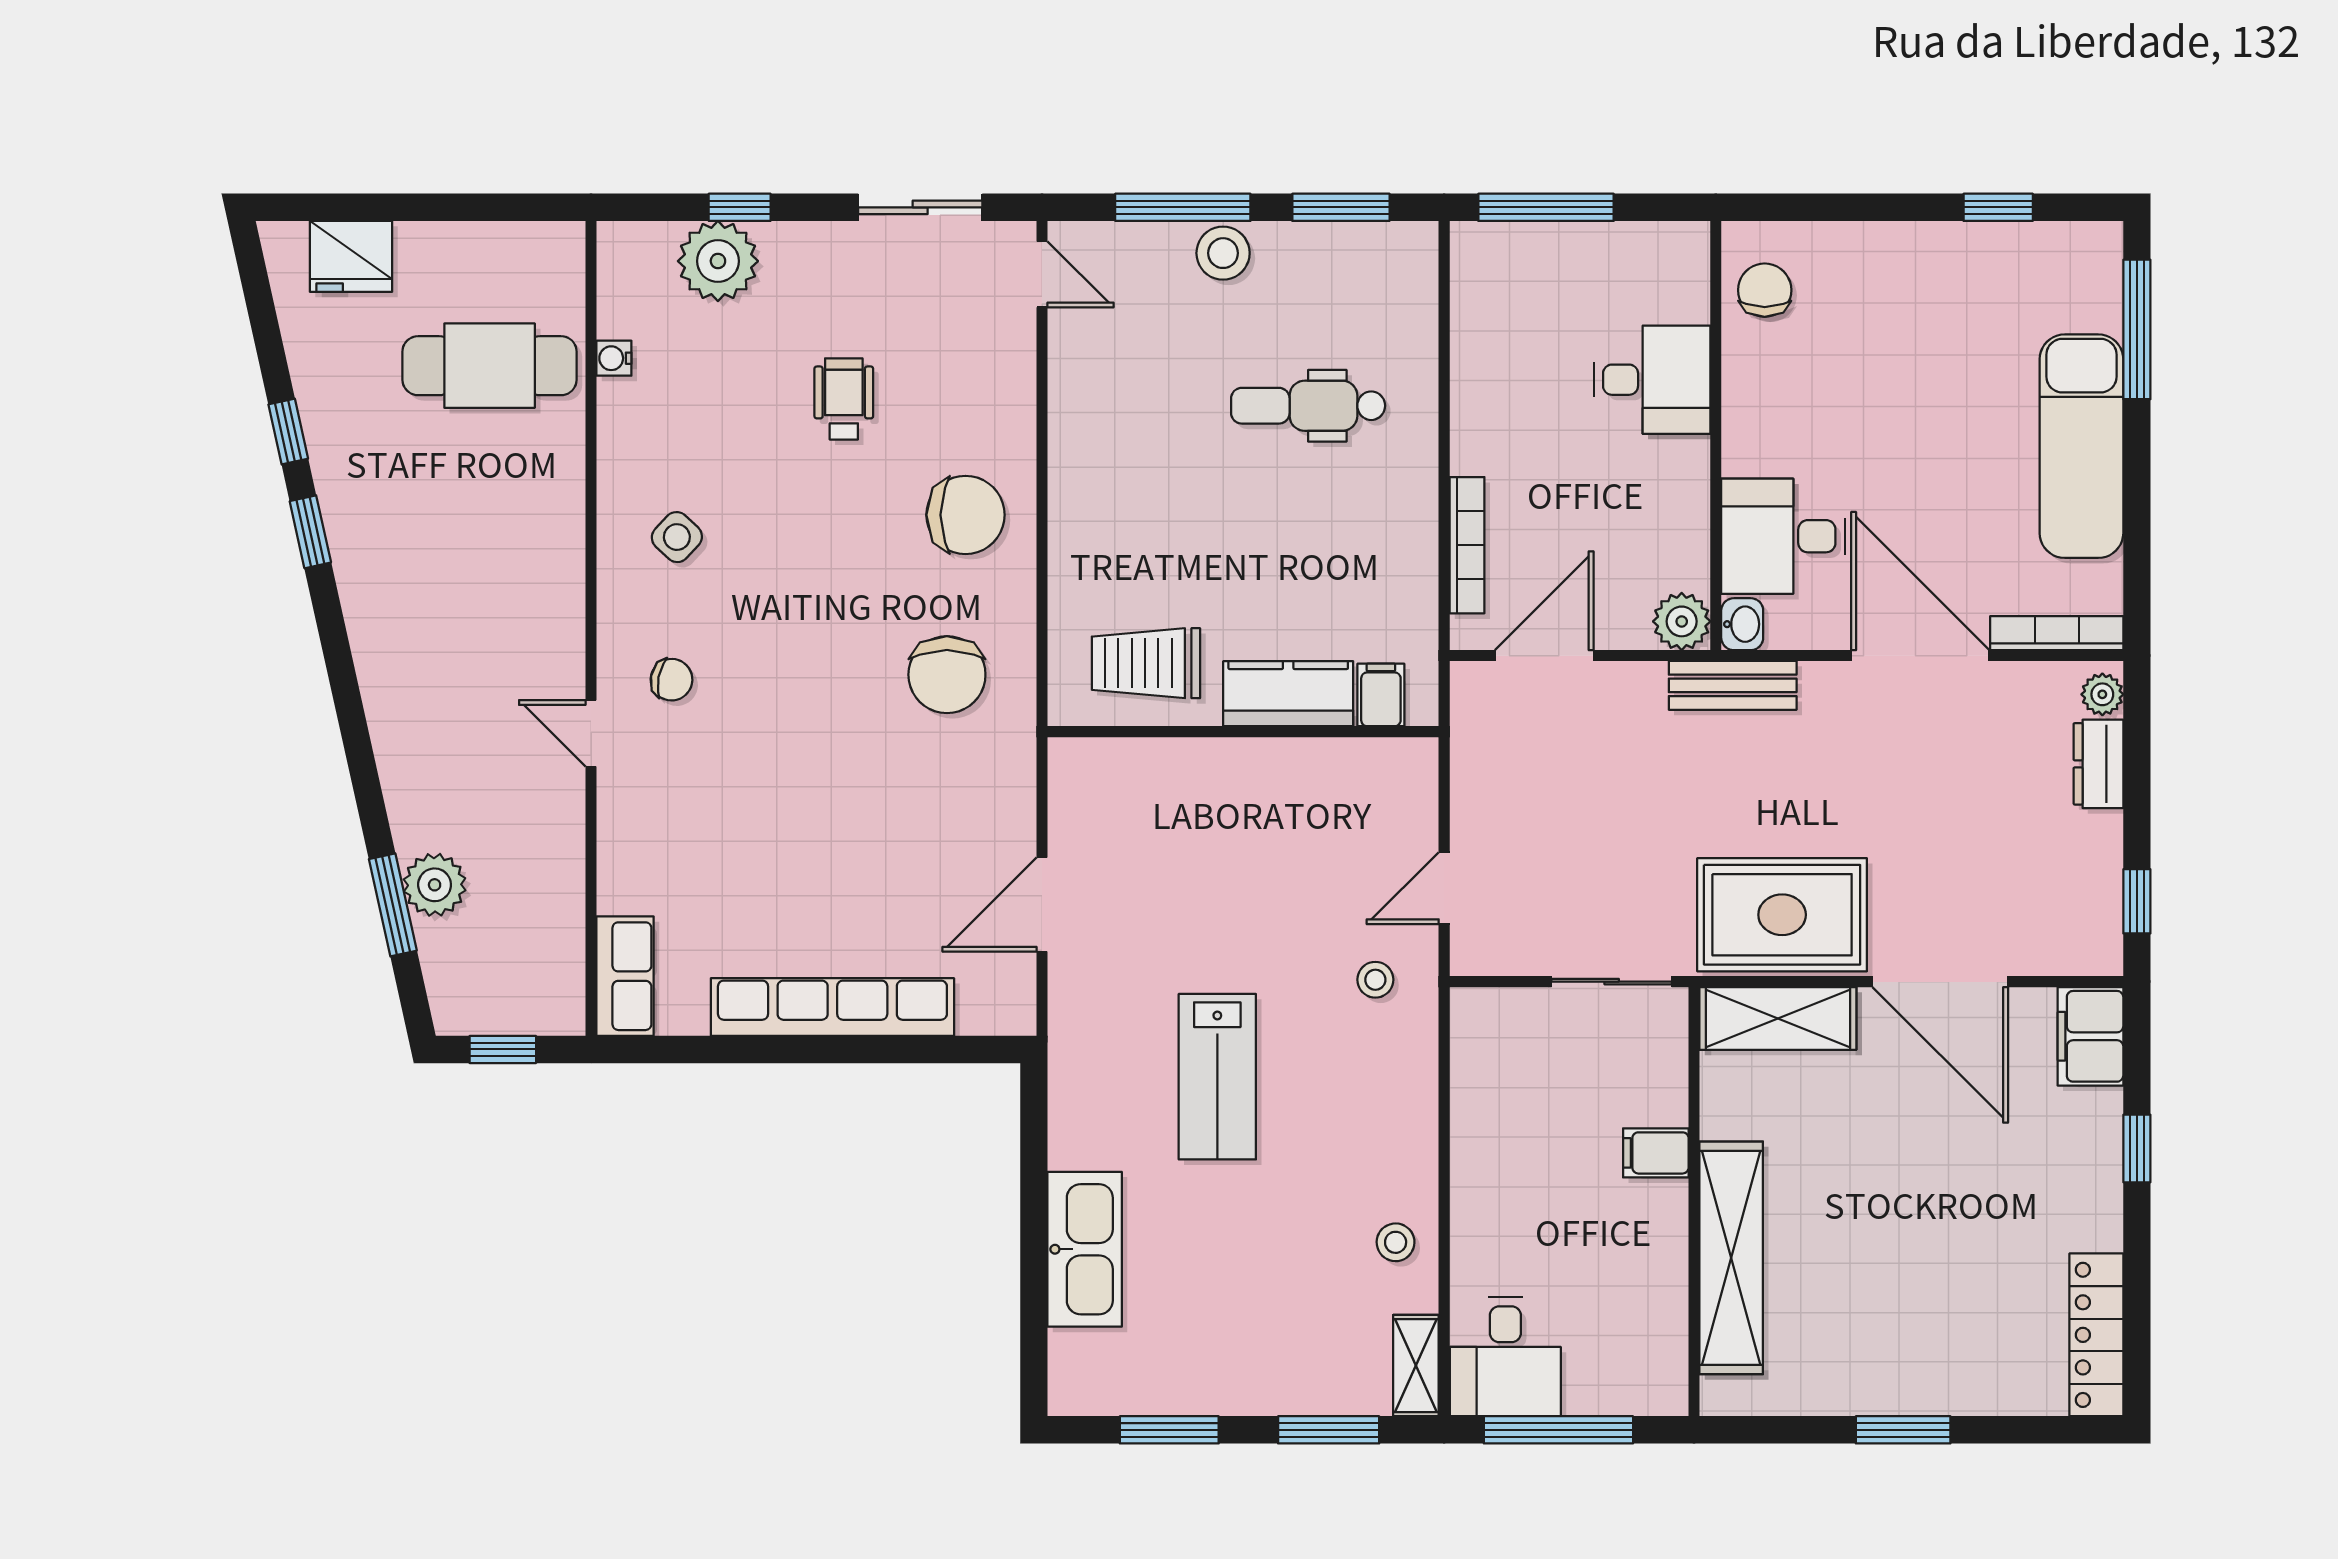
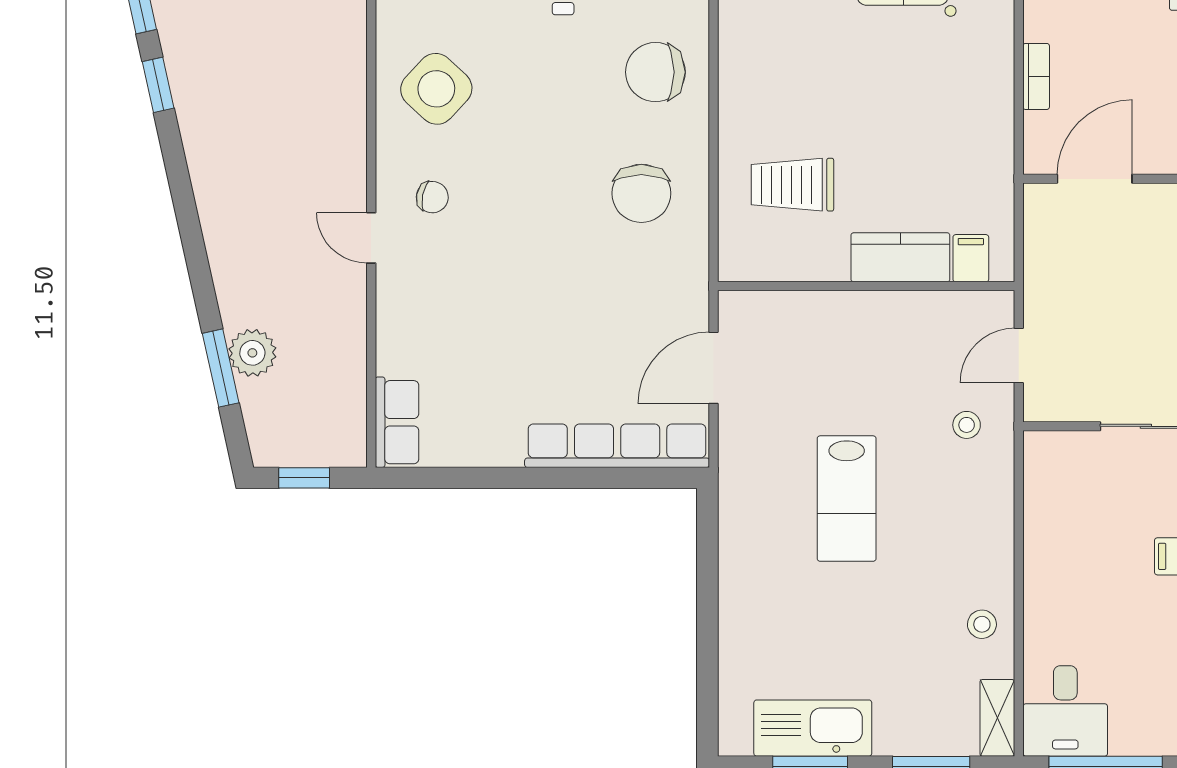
chair: (965, 515) -> (655, 72), turned 180
side table: (677, 537) -> (436, 89), width x1.87, depth x1.87
bookcase: (1467, 545) -> (1036, 76), width x0.64
kitchen counter: (1288, 694) -> (900, 257), moved
filing cabinet: (1381, 695) -> (971, 258), moved
wall: (1243, 732) -> (866, 286), moved
row of seats: (832, 1007) -> (617, 446), moved
kitchen sink: (1085, 1249) -> (813, 728), moved, turned -90

